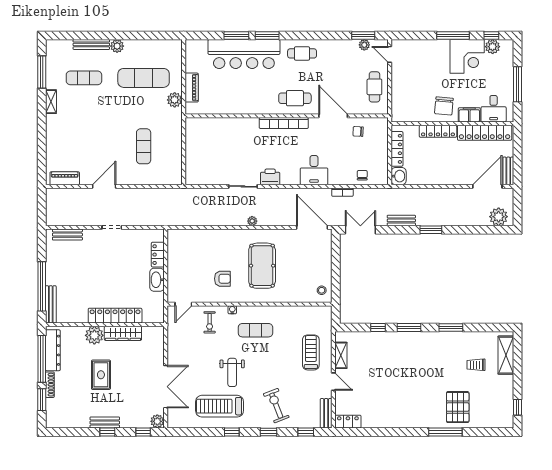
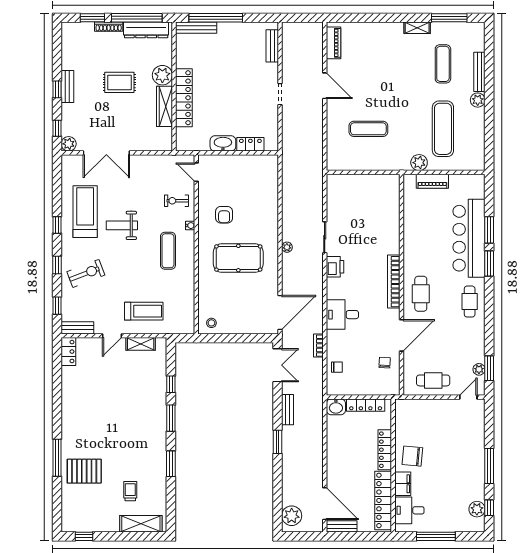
corner desk: (467, 56) -> (466, 482), removed

